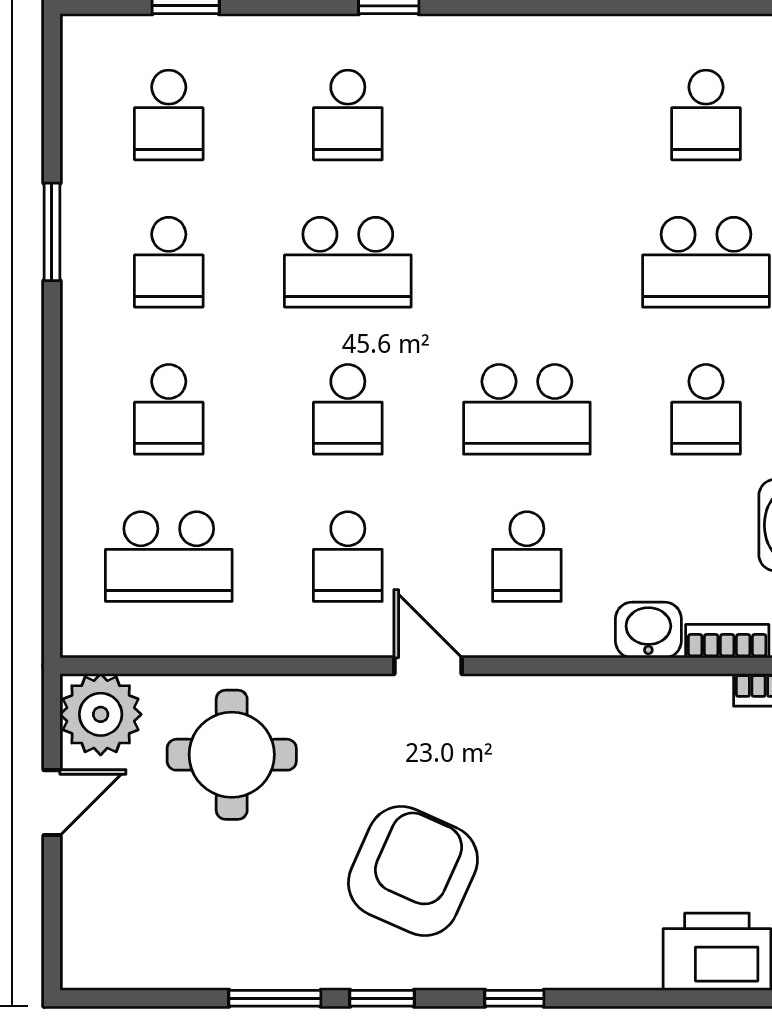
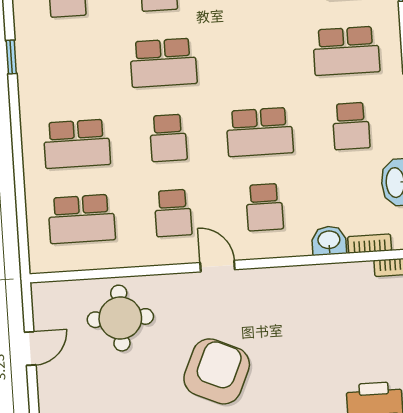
window: (52, 232) -> (11, 57), width x0.67
school desk: (169, 262) -> (72, 69), removed
school desk: (169, 409) -> (77, 144), width x1.85
plant: (101, 714) -> (52, 302), removed

